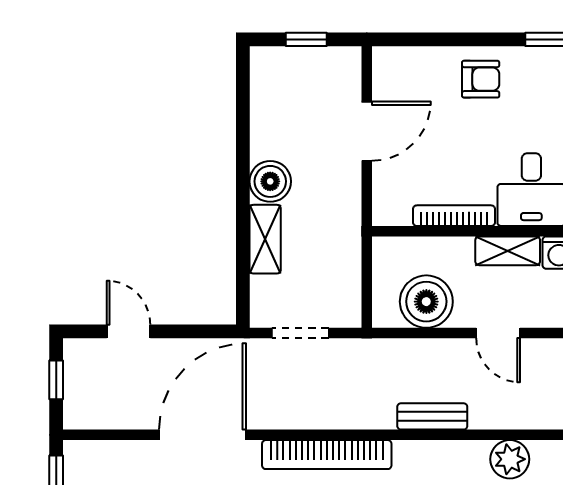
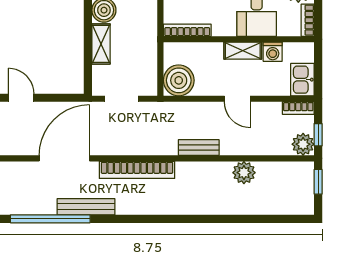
bookcase: (454, 216) -> (187, 30), moved
boiler: (426, 302) -> (179, 80), moved

